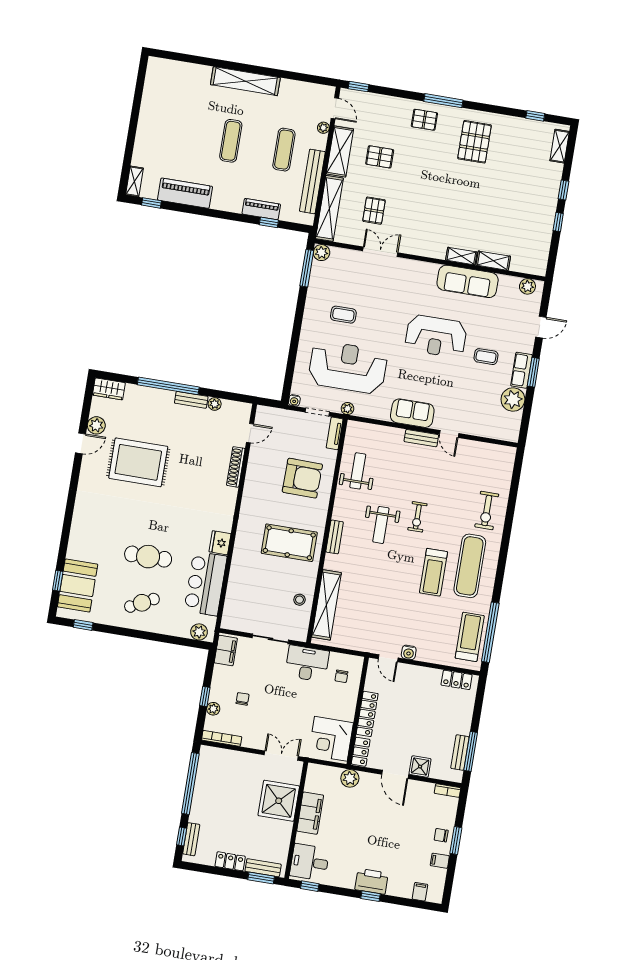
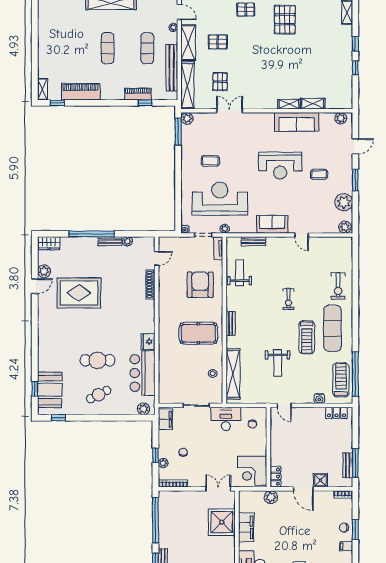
row of seats: (521, 370) -> (346, 180), removed
plant: (509, 433) -> (345, 227), added
bench: (421, 438) -> (253, 241), moved
armchair: (302, 478) -> (200, 285), turned -91
weight bench: (381, 525) -> (278, 363), moved
water cooler: (409, 652) -> (319, 399), moved
locker: (367, 714) -> (276, 448), removed

